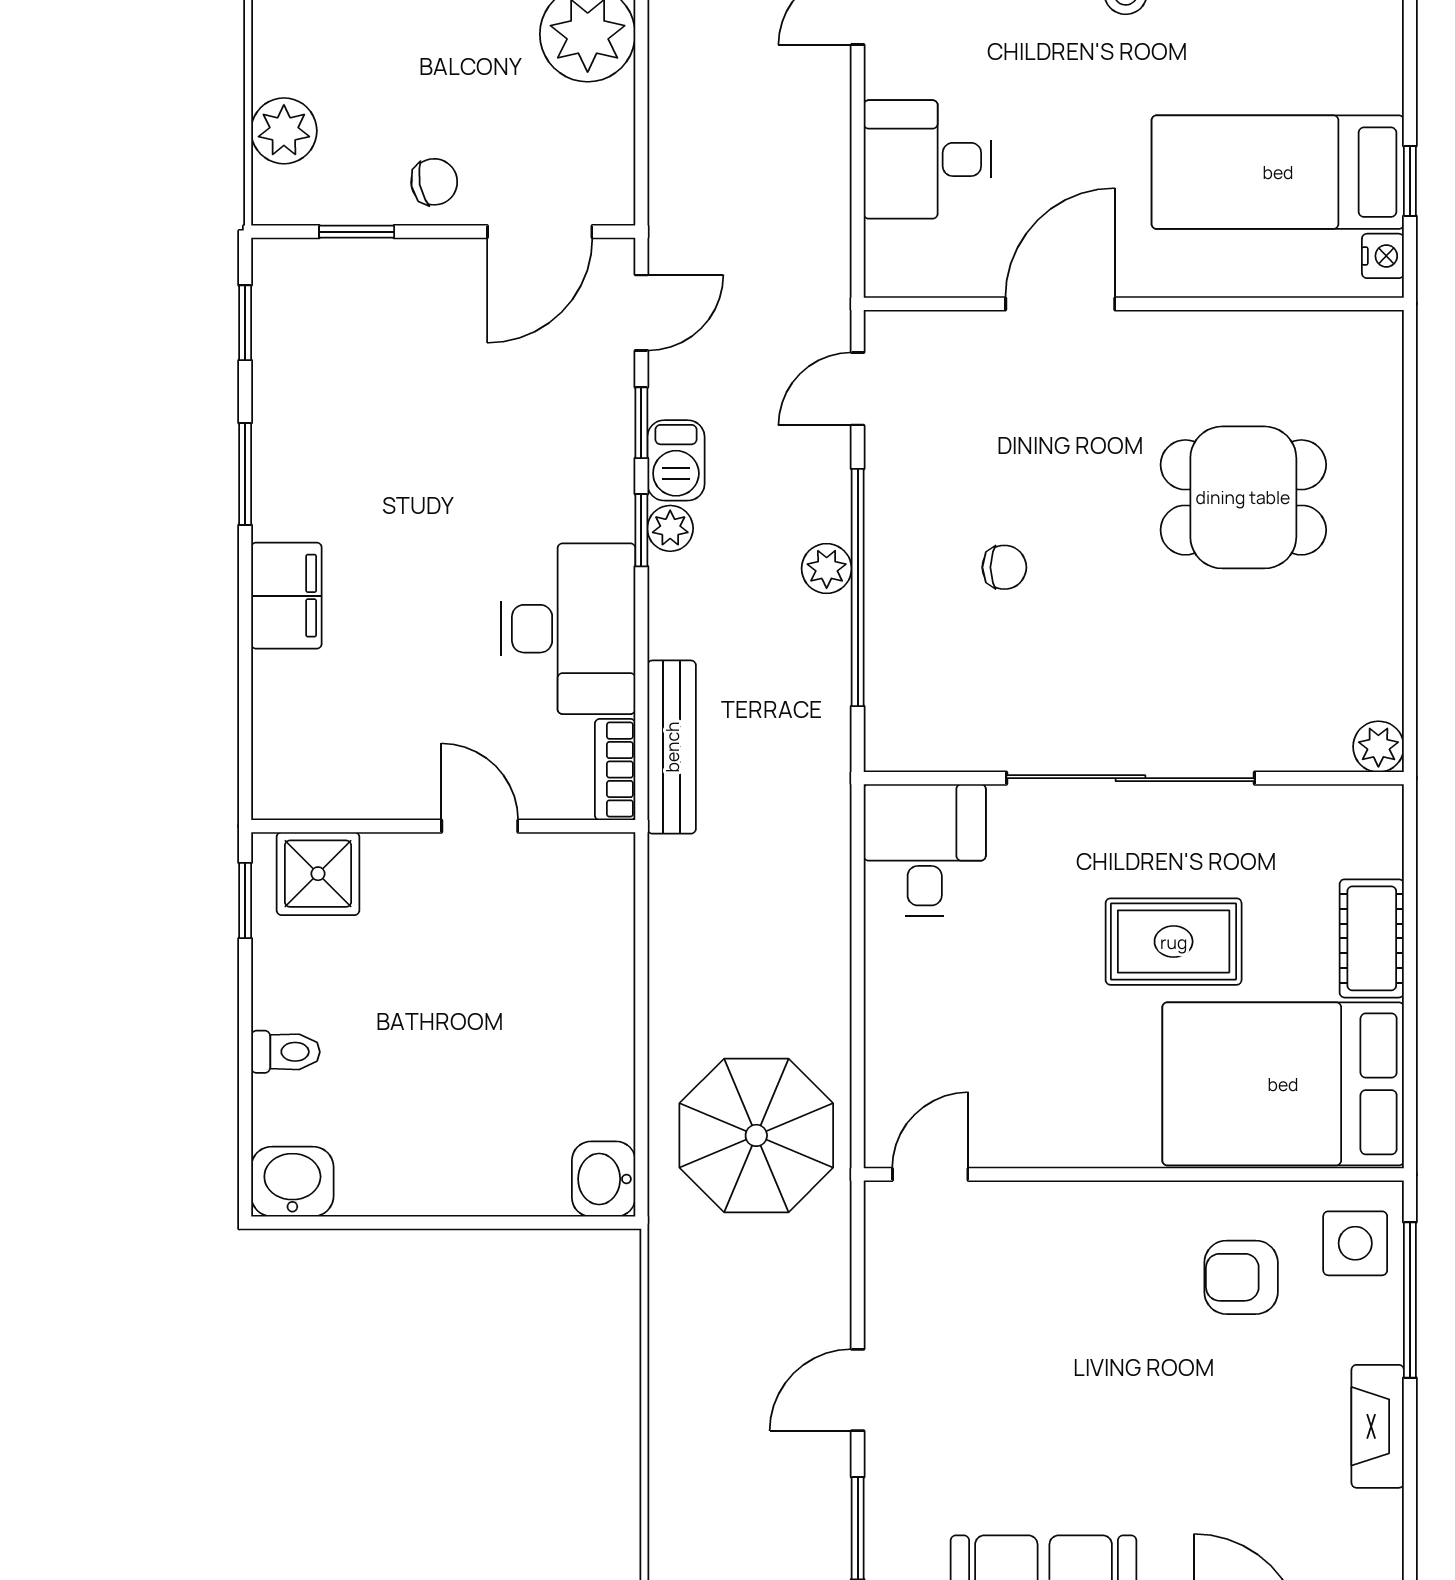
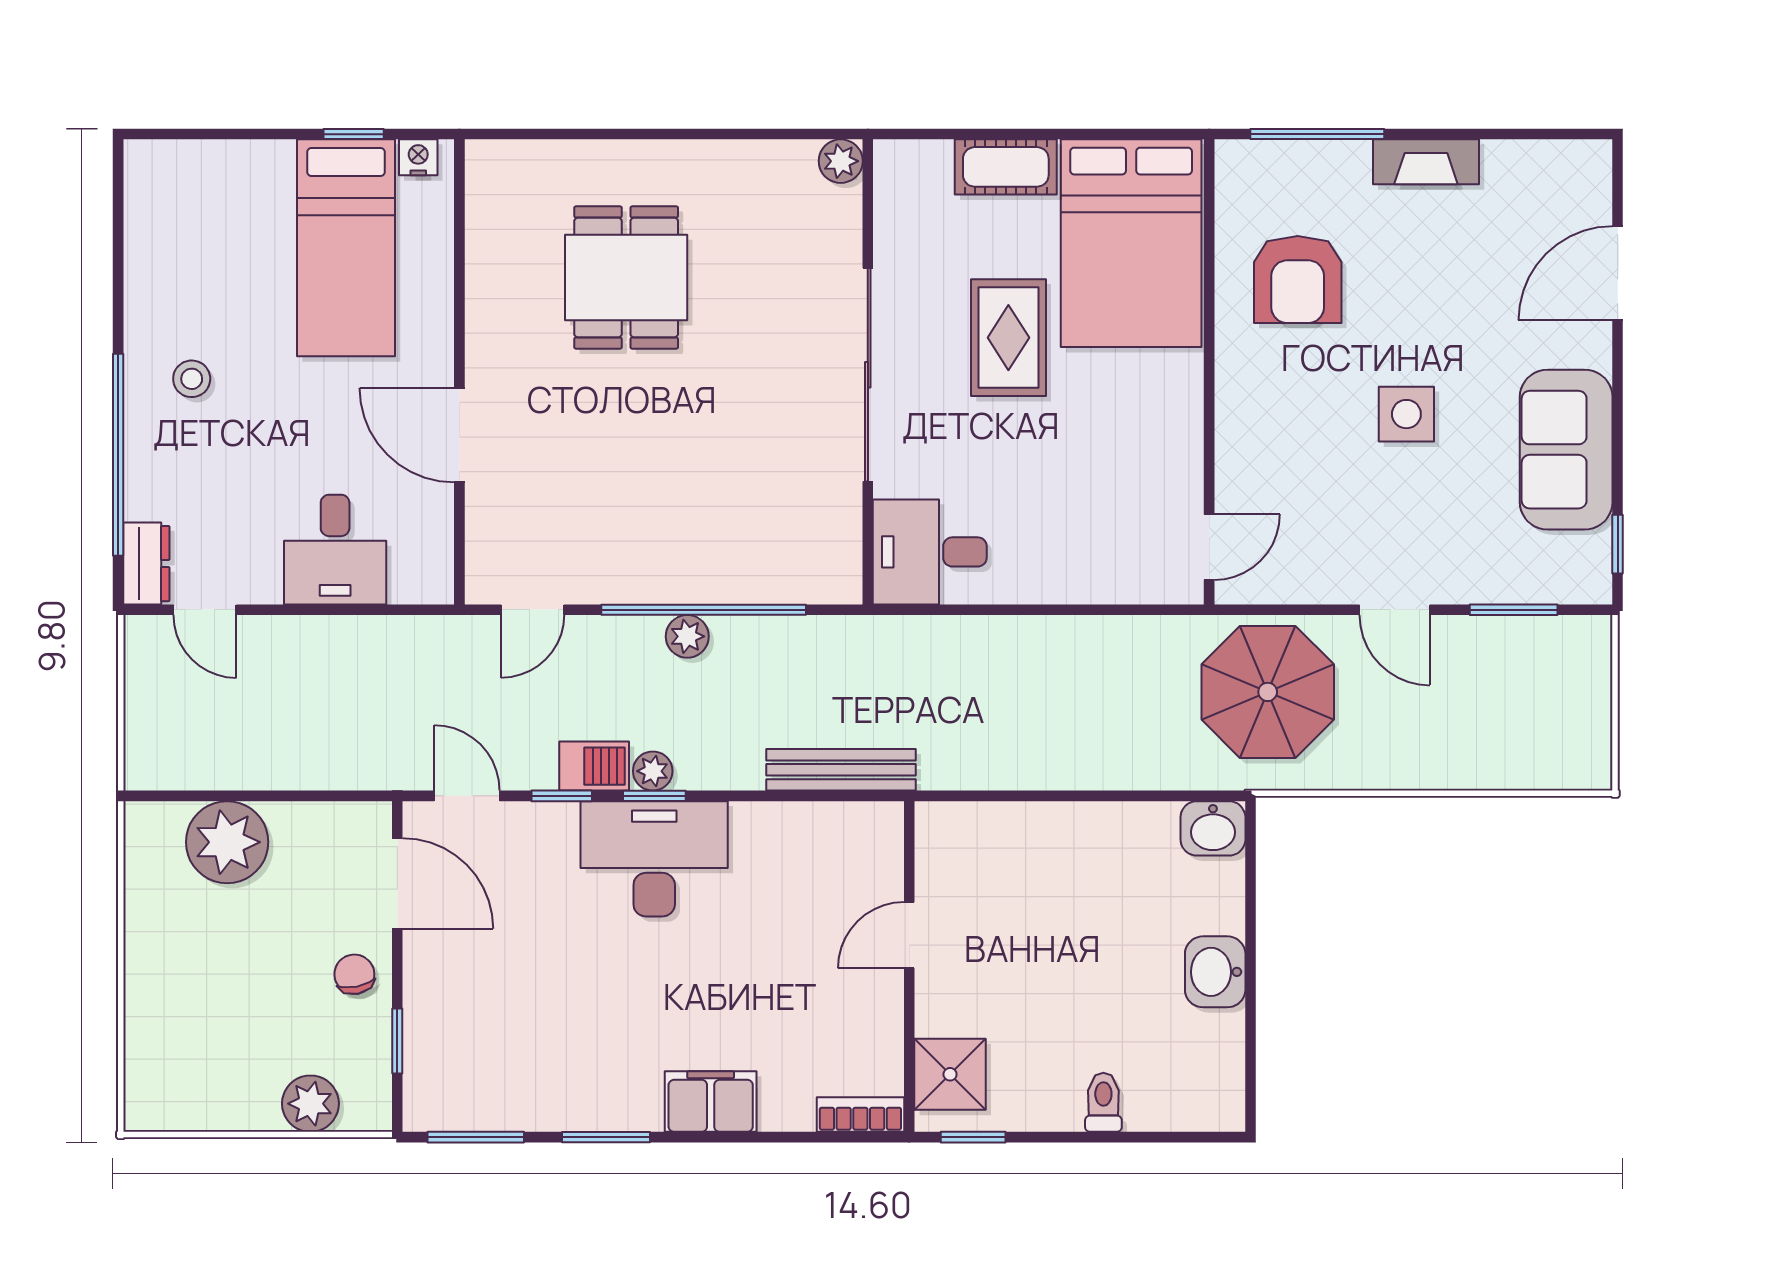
window: (245, 323) -> (476, 1137), width x1.50
door: (858, 389) -> (533, 610), hinge flipped
chair: (1004, 567) -> (686, 483), removed
desk: (568, 629) -> (654, 859), moved
bookcase: (615, 770) -> (860, 1115), moved, turned 180
parasol: (756, 1135) -> (1268, 692), moved
door: (930, 1174) -> (1209, 547), swing flipped
washbasin: (292, 1182) -> (1215, 972), moved
side table: (1355, 1243) -> (1406, 414), moved
armchair: (1241, 1277) -> (1298, 279), width x1.38, depth x1.38

